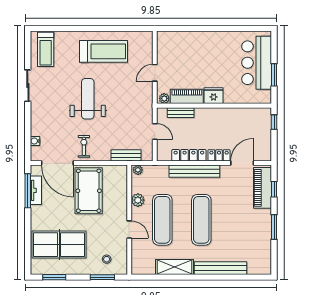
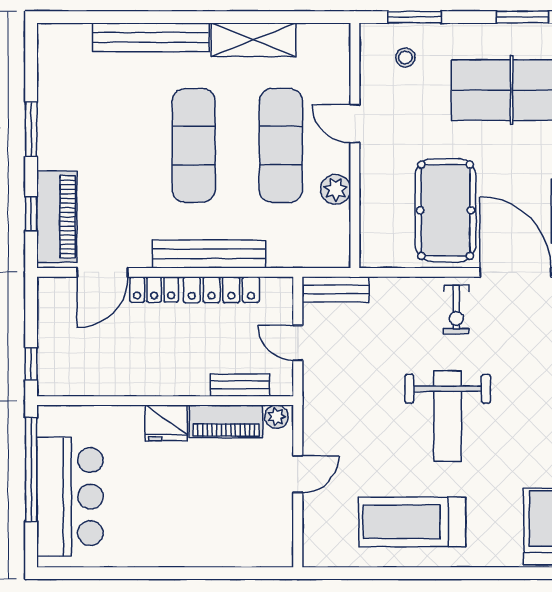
window: (274, 75) -> (31, 470), width x2.11
bench: (126, 155) -> (336, 289), moved
plant: (138, 170) -> (336, 257), removed

